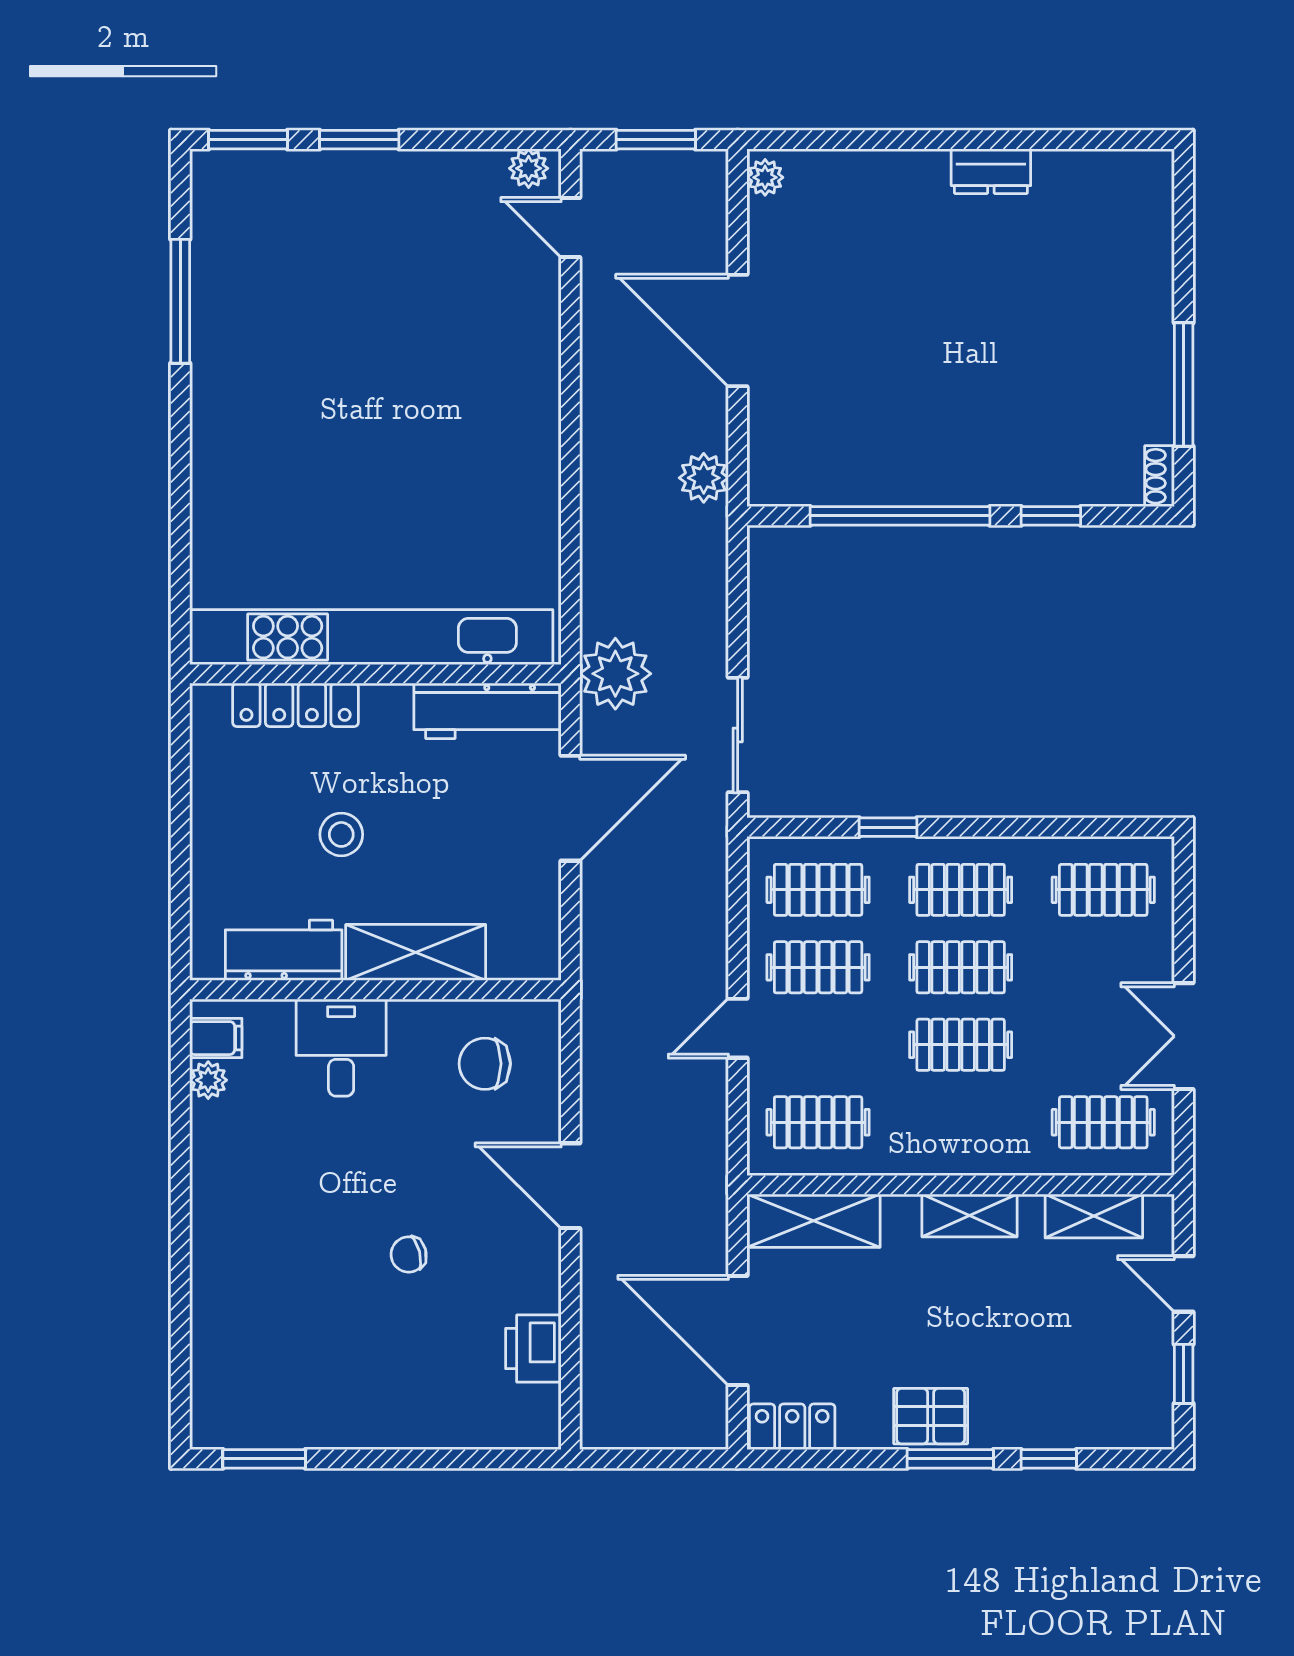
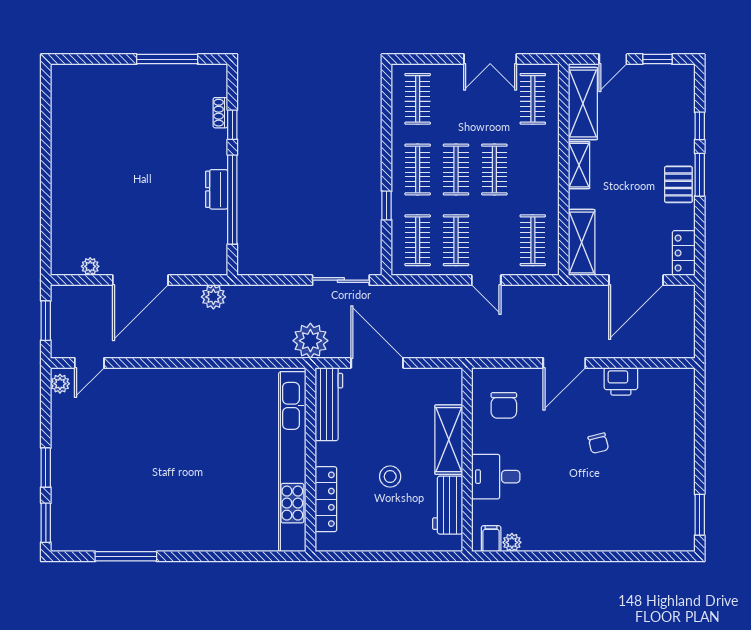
dresser: (991, 171) -> (217, 189), moved, turned 180
plant: (765, 177) -> (90, 266), moved
shoe rack: (1160, 476) -> (220, 113), moved, turned 90
shelving: (1094, 1216) -> (583, 104), width x1.50, depth x1.33
printer: (533, 1349) -> (621, 381), moved

